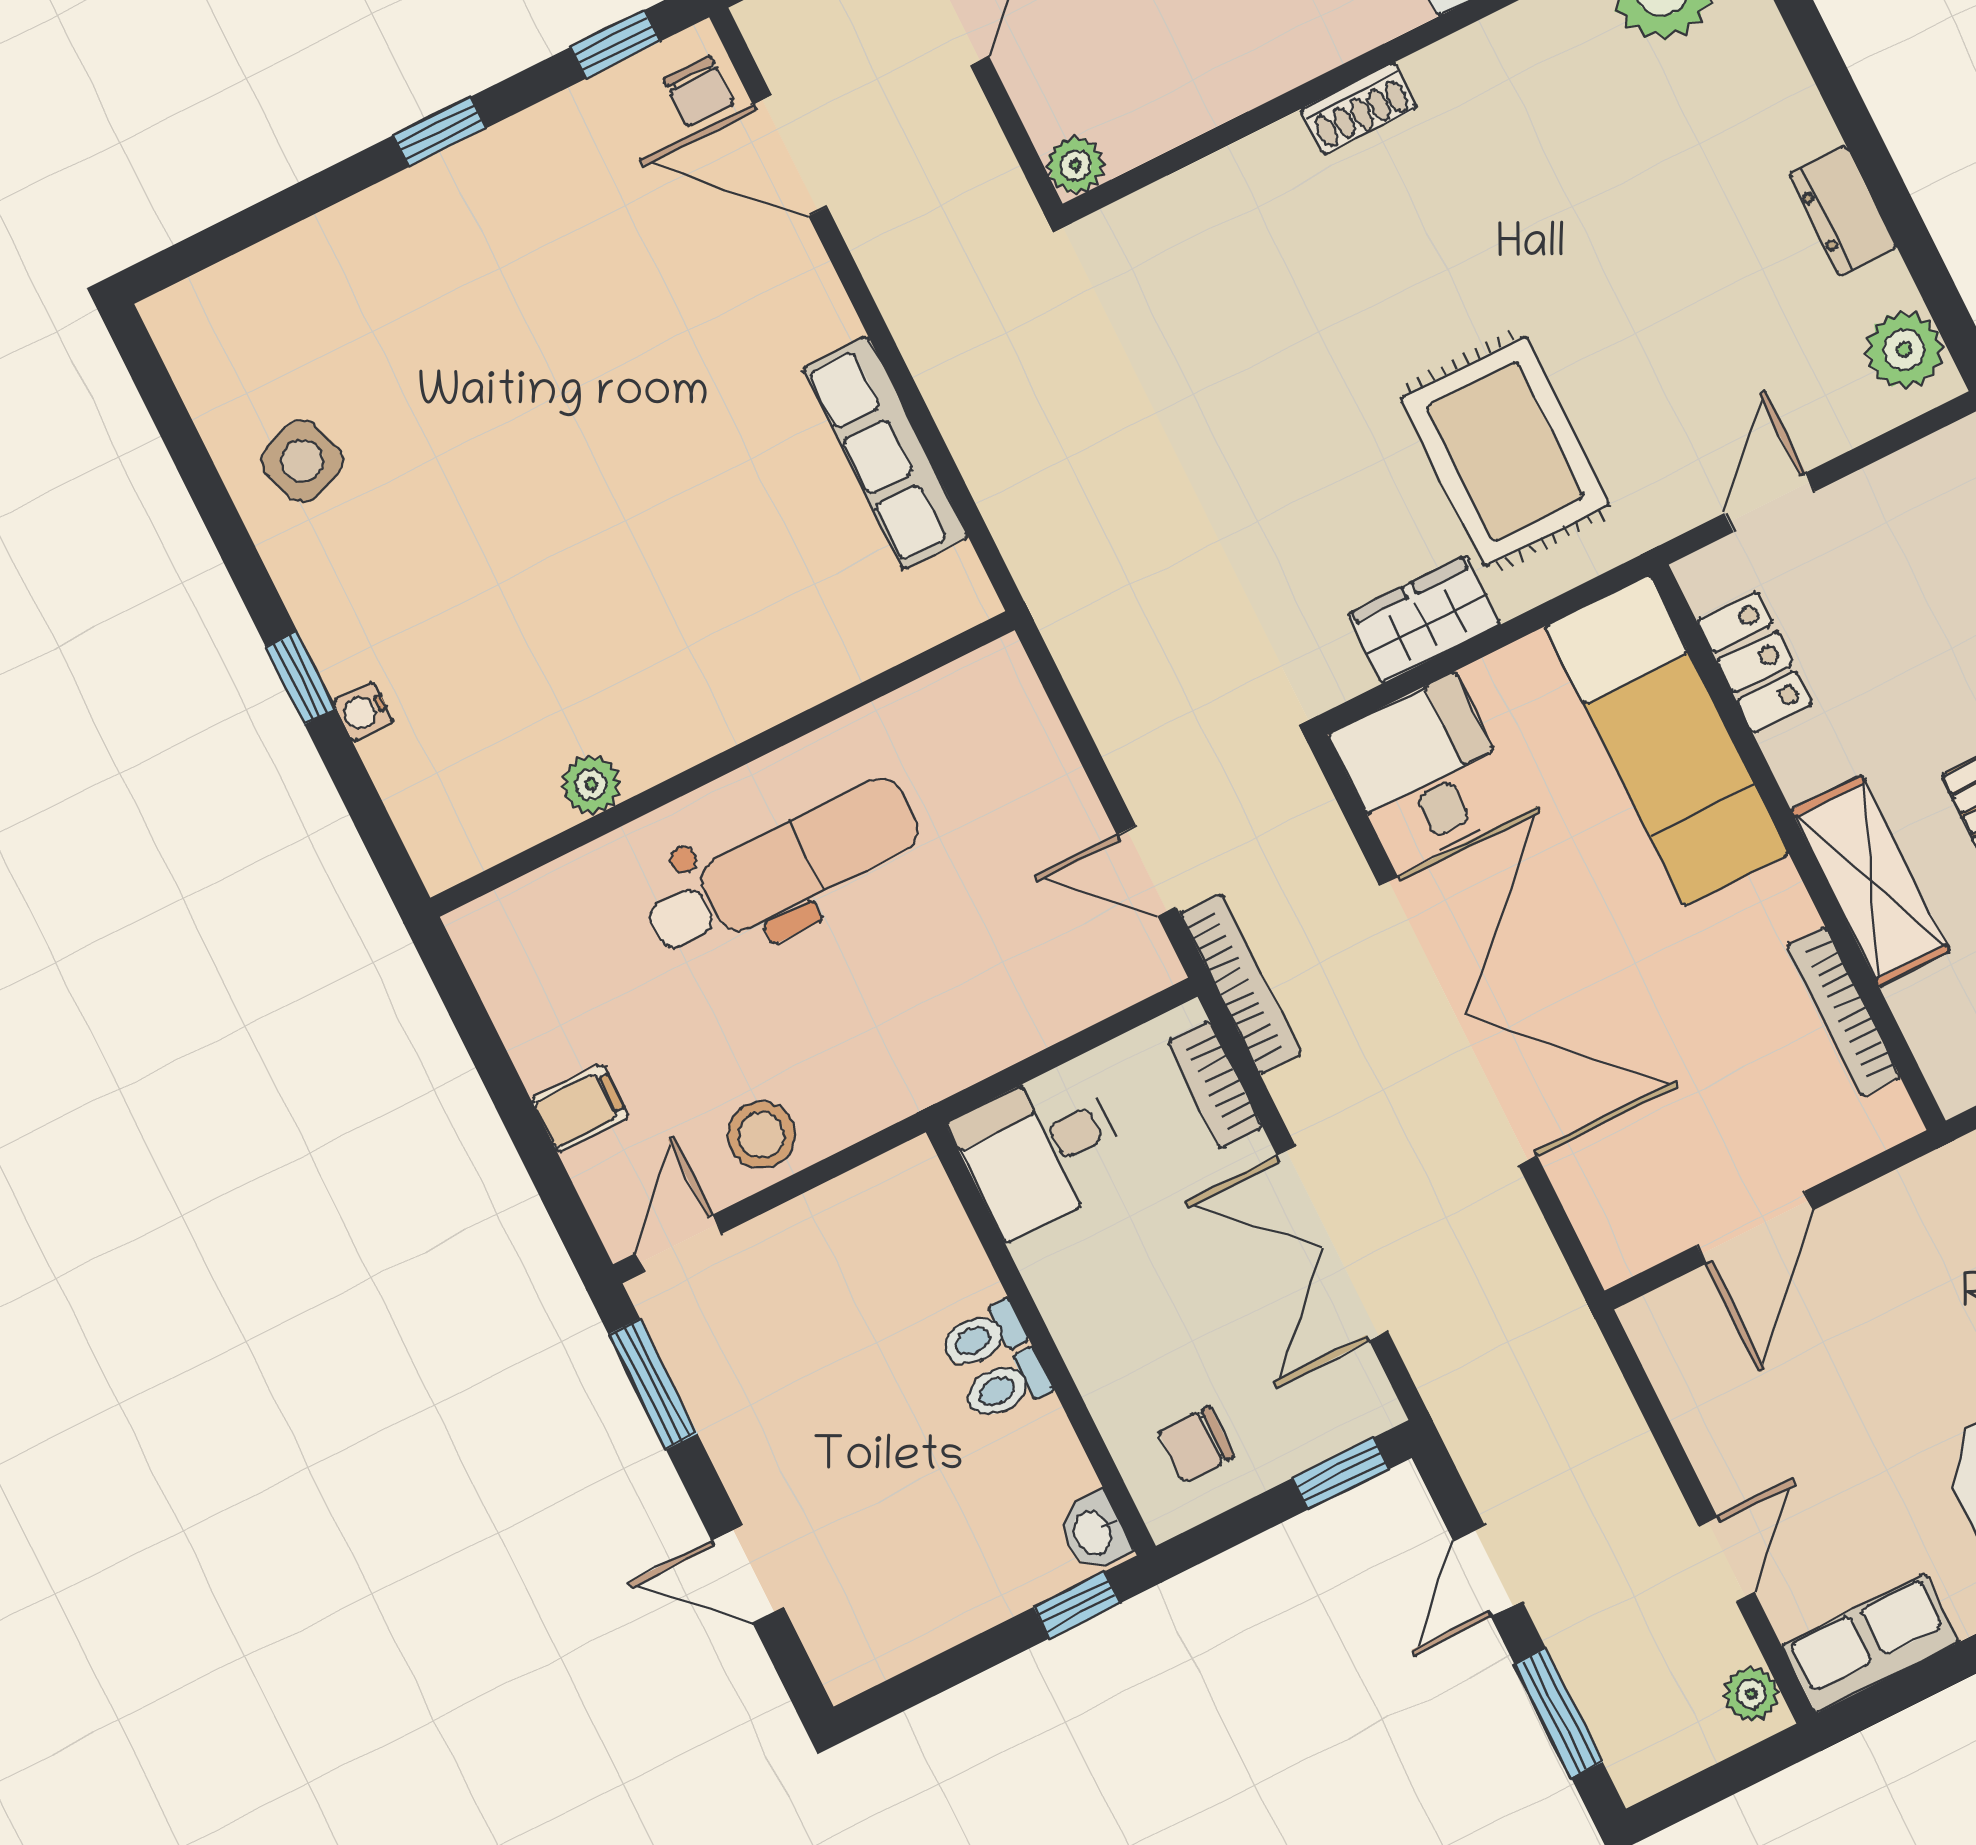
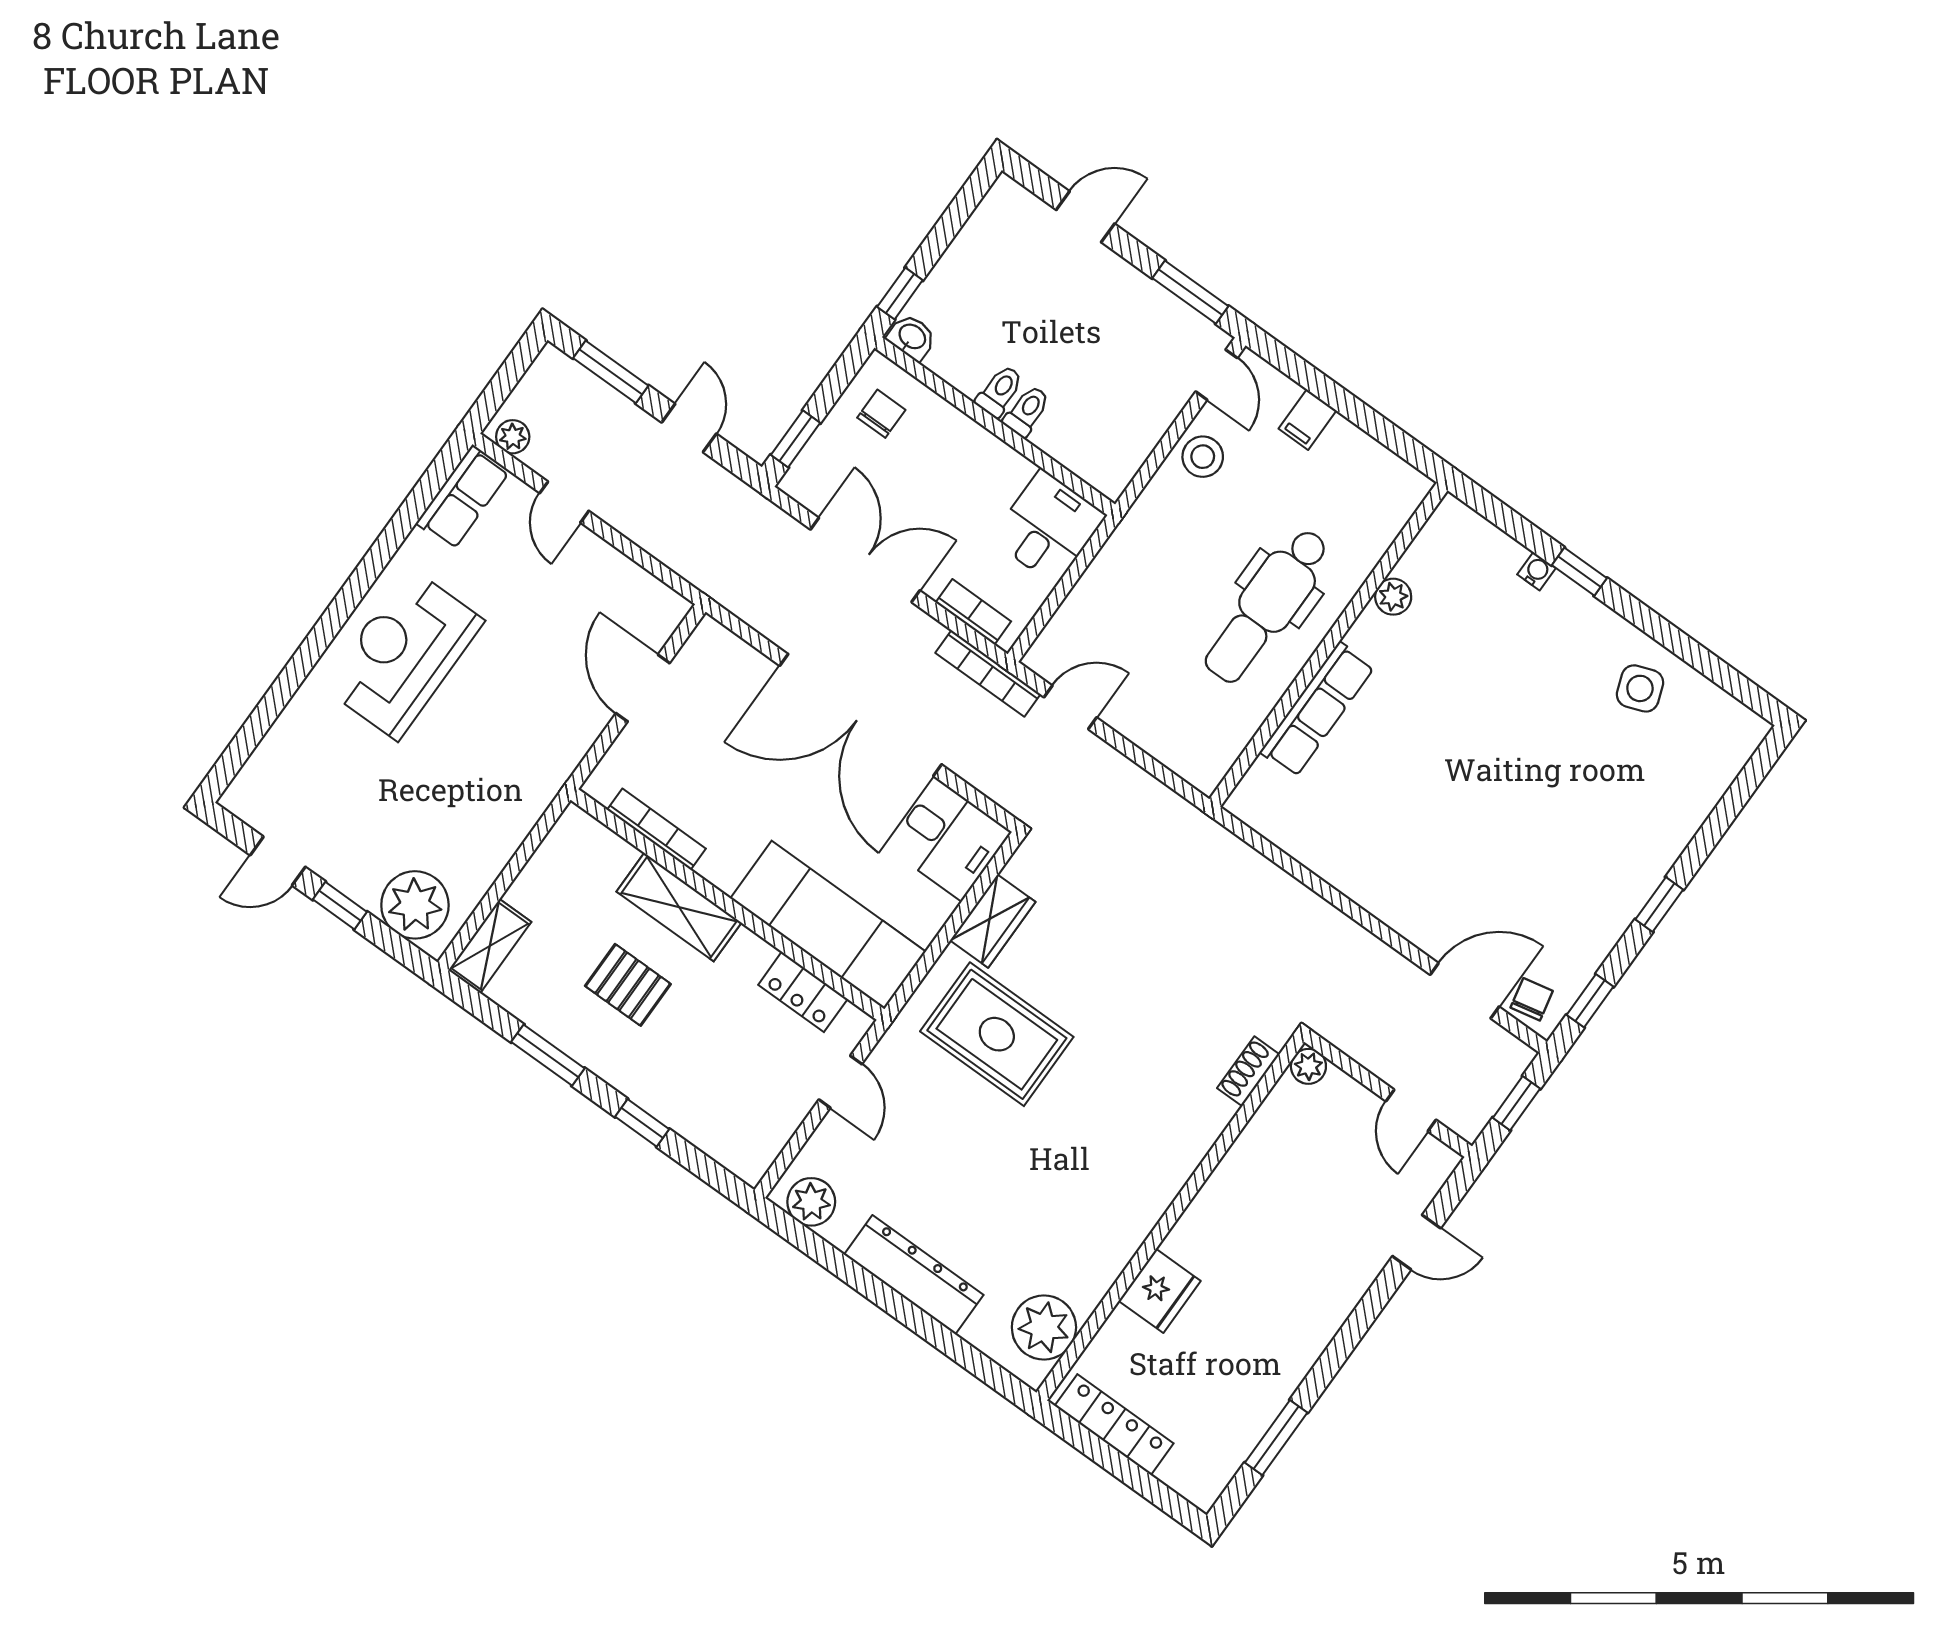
chair: (699, 91) -> (1532, 999), turned 78
shoe rack: (1359, 108) -> (1248, 1071), moved
dresser: (1842, 211) -> (914, 1275), width x1.96, depth x1.24
row of seats: (885, 453) -> (1317, 709), moved, turned 90

